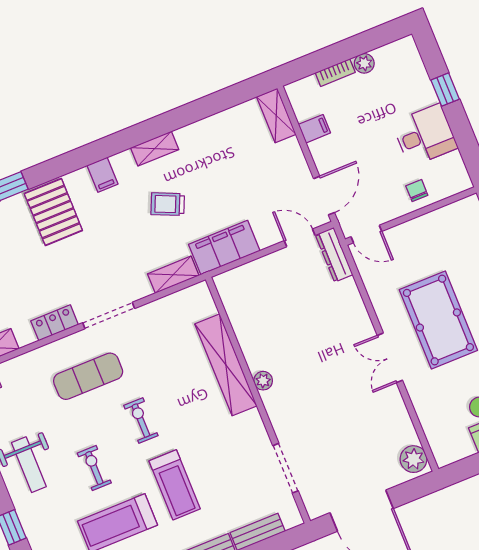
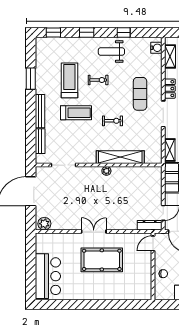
exercise bike: (141, 421) -> (113, 121), moved
treadmill: (175, 485) -> (76, 113), turned 180

